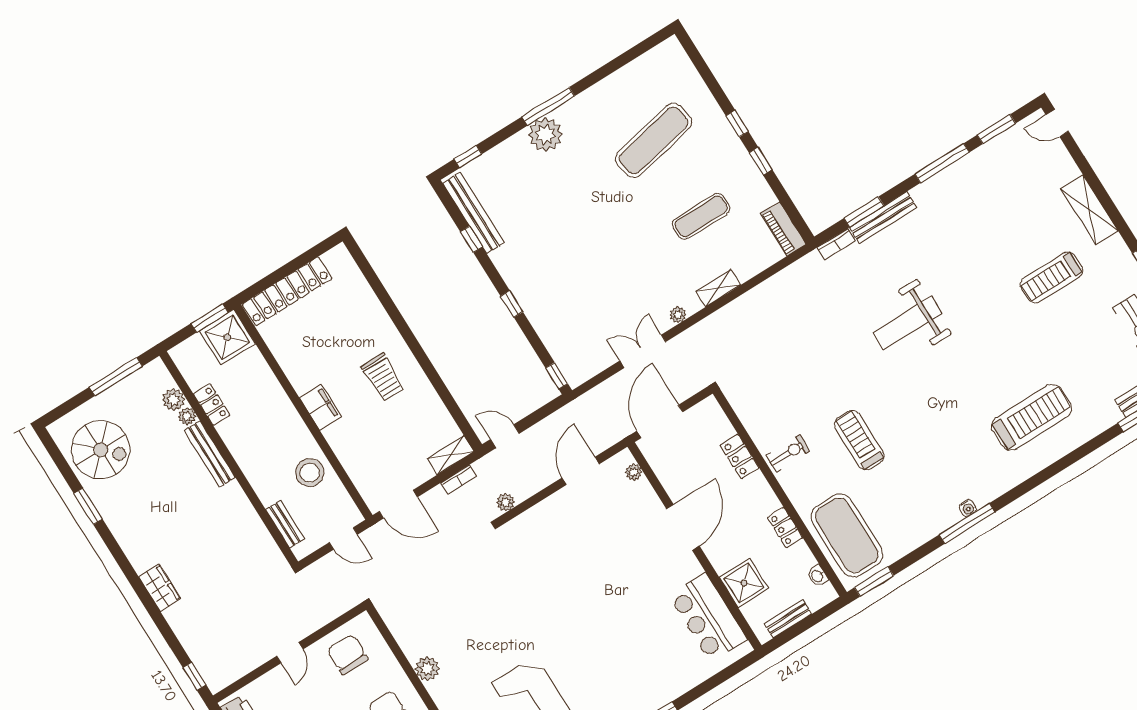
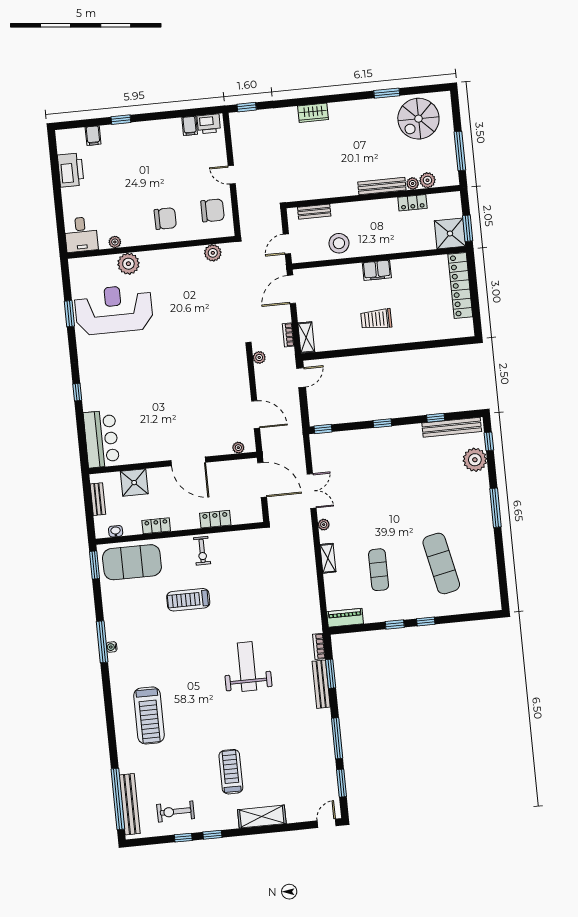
plant: (545, 135) -> (475, 460), moved
treadmill: (859, 440) -> (188, 600), turned 180
bar counter: (708, 617) -> (101, 439), moved, turned 90
plant: (427, 669) -> (213, 253), moved

